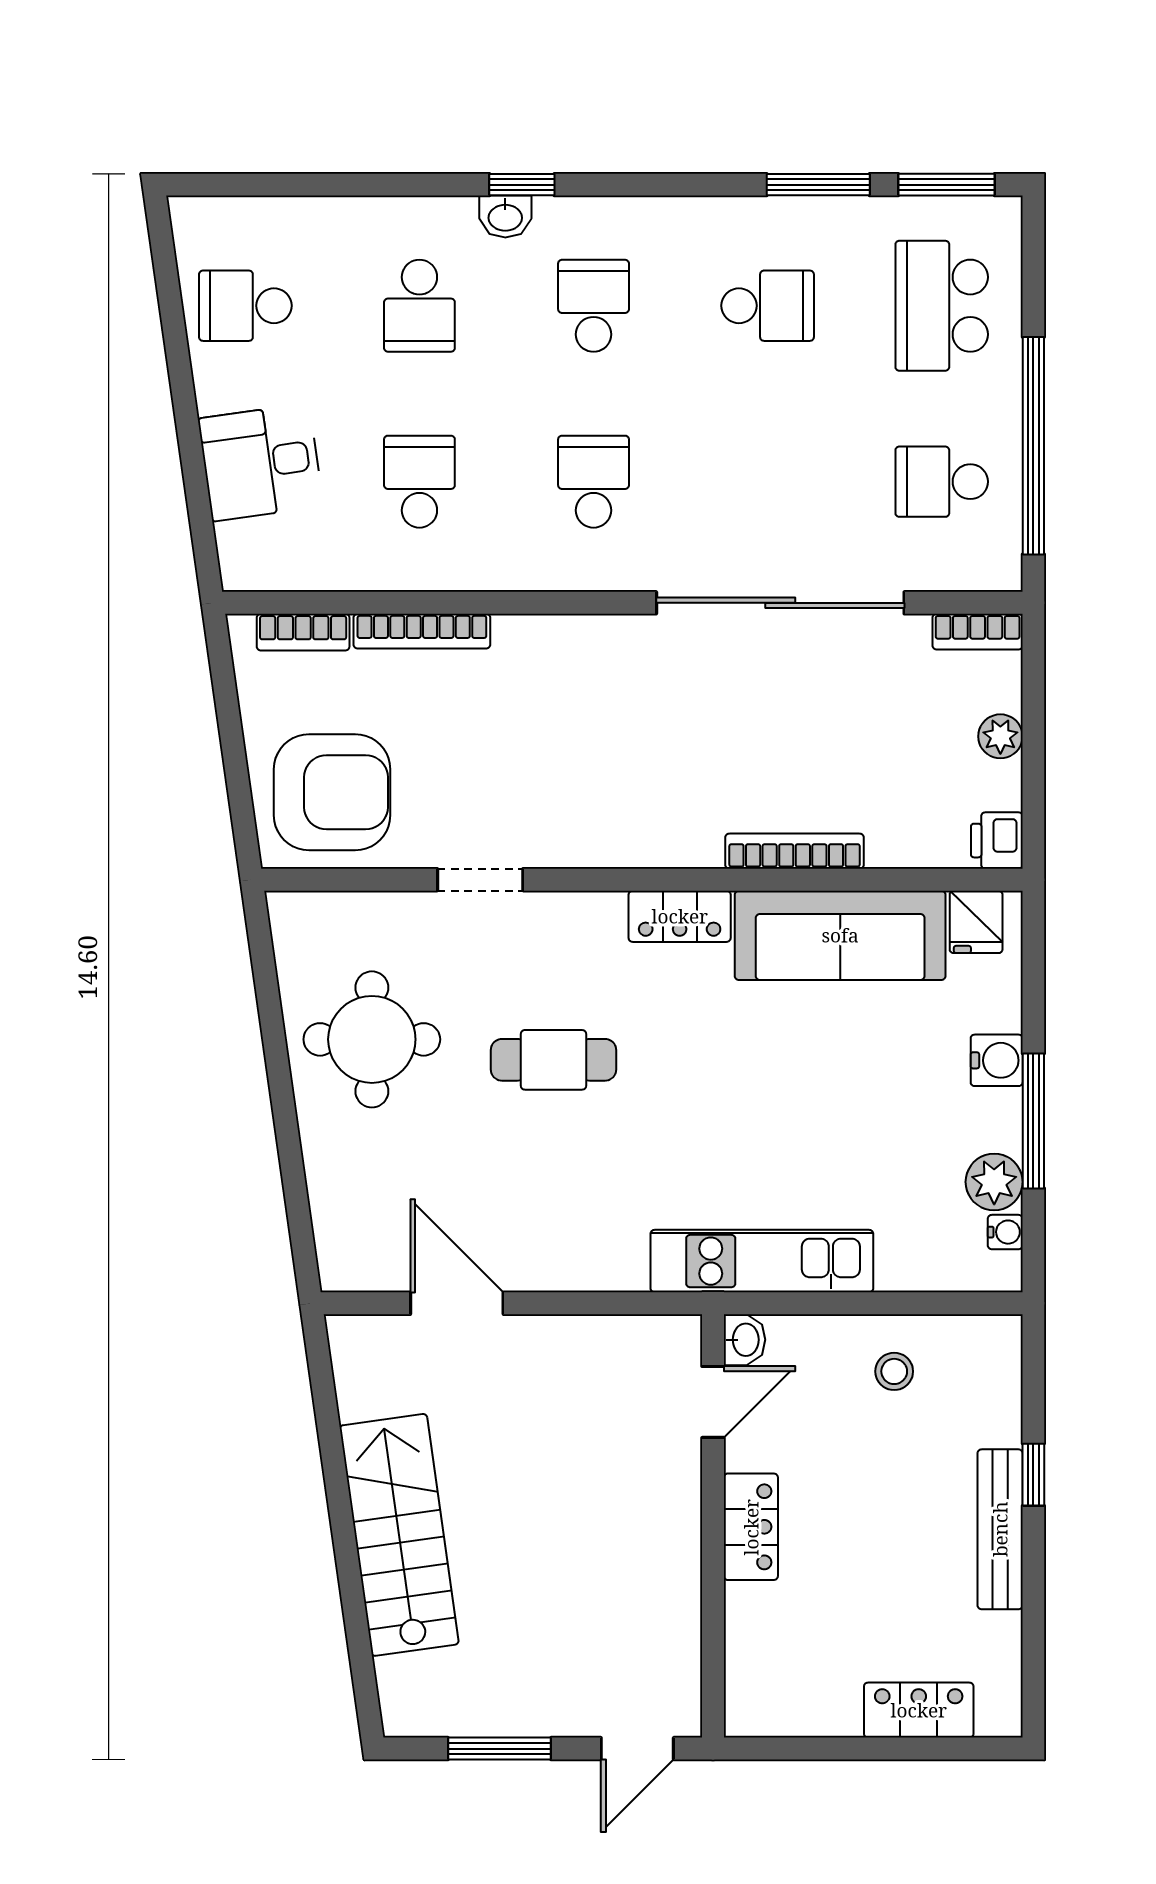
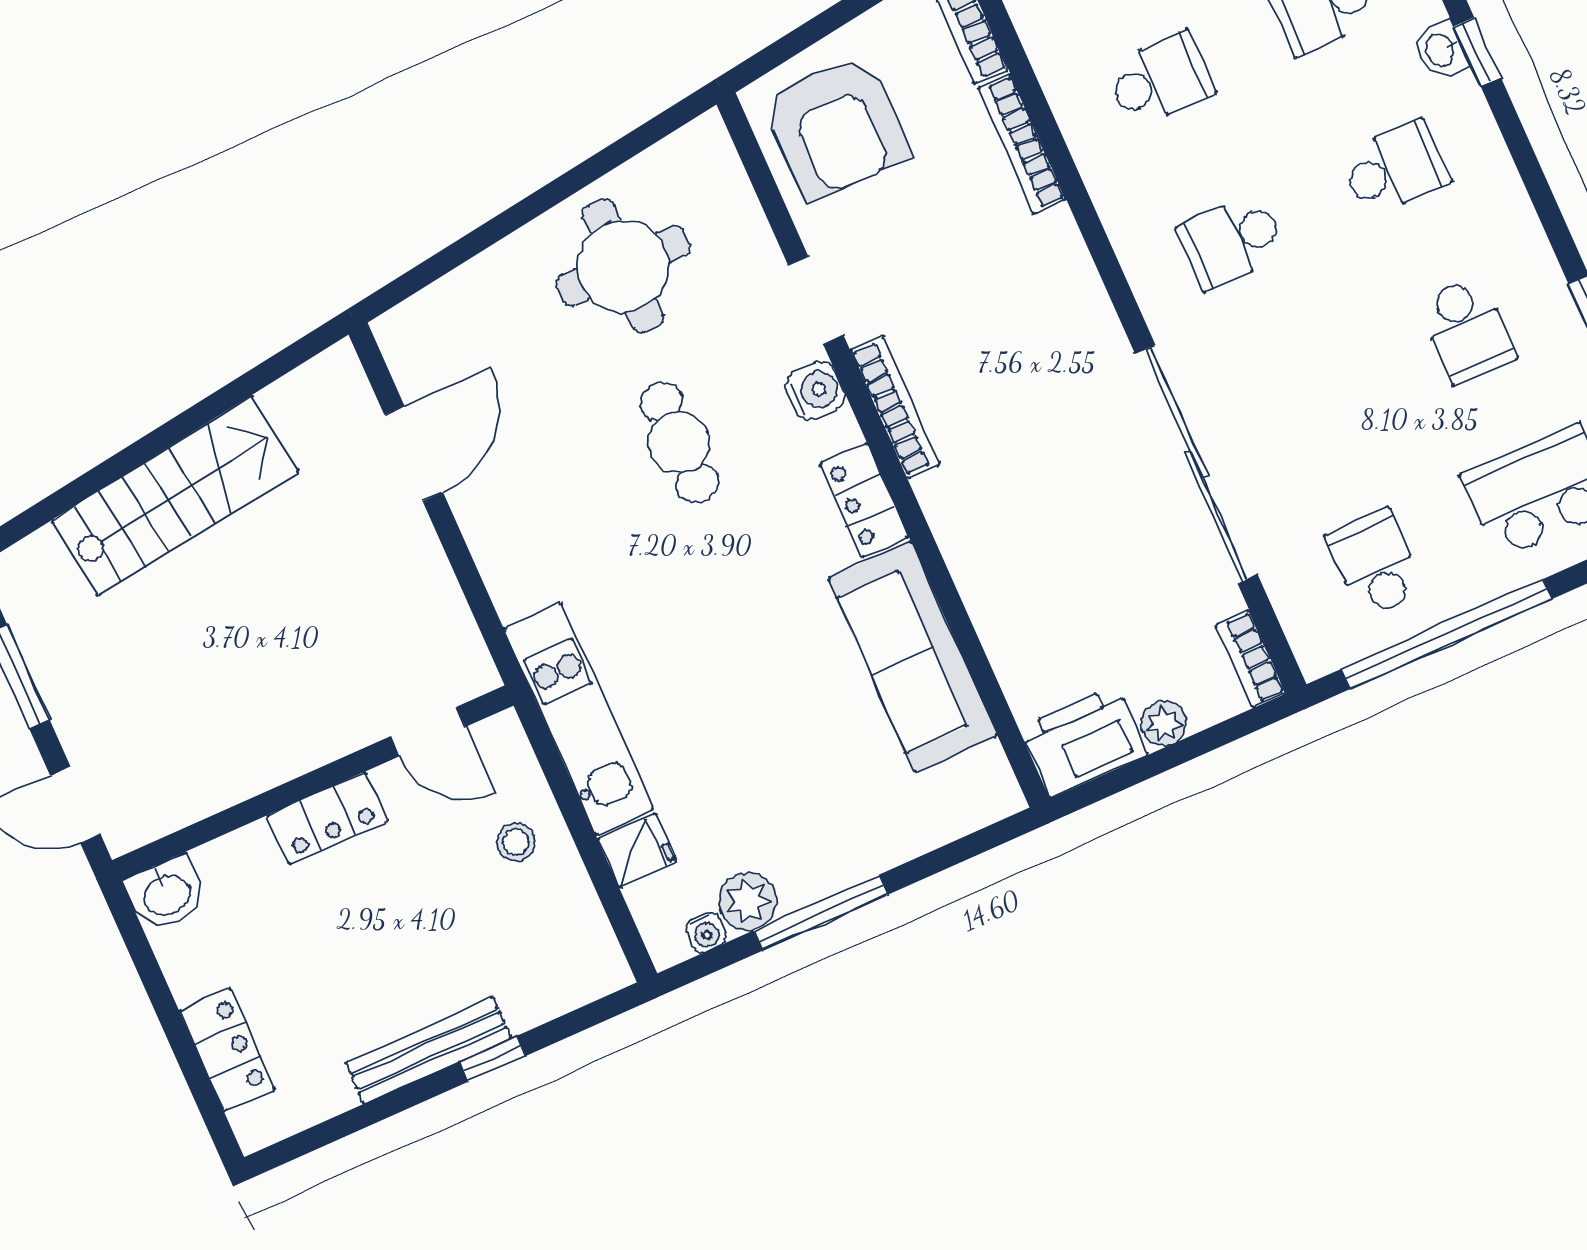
school desk: (594, 482) -> (1232, 241), turned 180
printer: (997, 841) -> (1083, 741), width x1.87, depth x1.48
bookcase: (795, 851) -> (895, 407), moved
fridge: (976, 922) -> (637, 850), moved, turned 180
water cooler: (997, 1060) -> (815, 391), moved, turned -90
washbasin: (745, 1340) -> (166, 893), moved, width x1.38, depth x1.45
stool: (894, 1371) -> (516, 842), moved

